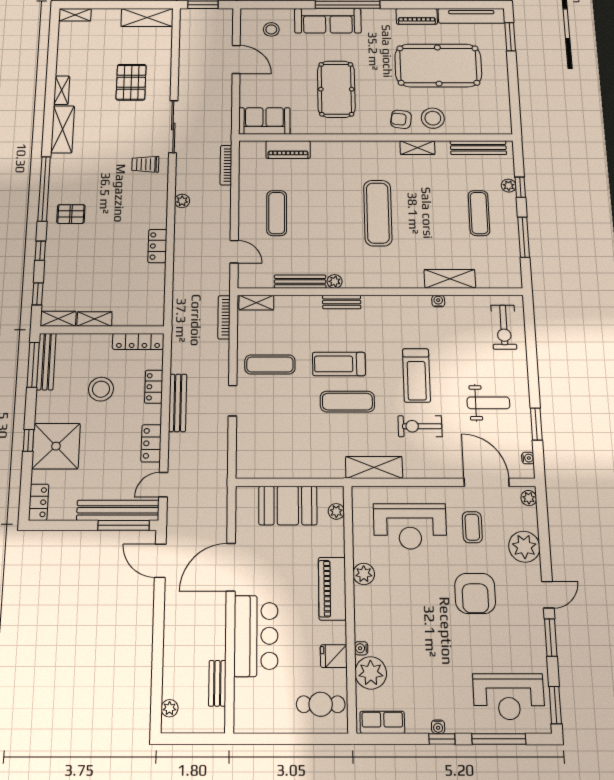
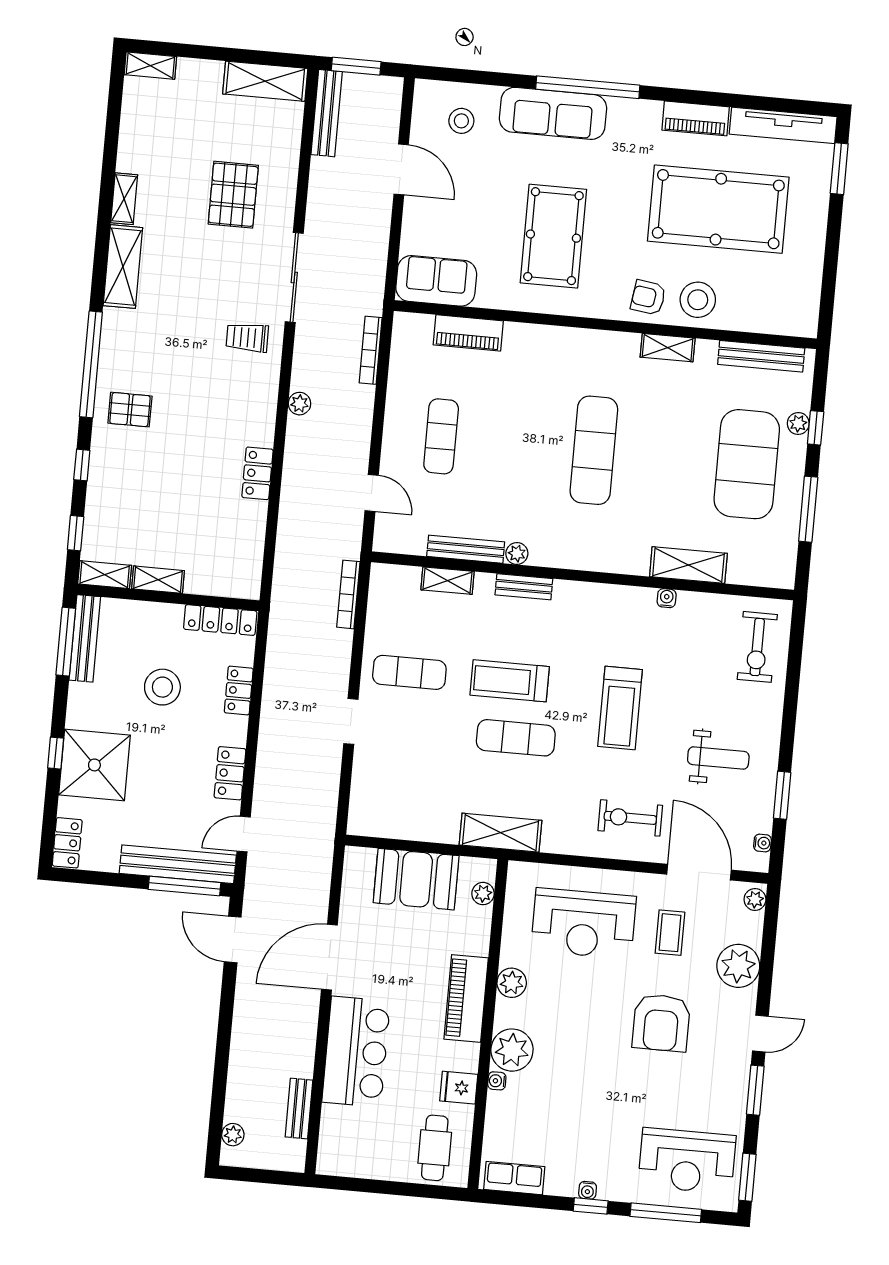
exercise mat: (479, 213) -> (747, 464), width x2.00, depth x1.45
shelving: (256, 303) -> (448, 581), moved
bench: (178, 403) -> (327, 113), moved
exercise bike: (420, 426) -> (630, 818), moved
shelving: (374, 467) -> (501, 833), moved
plant: (371, 673) -> (512, 1050), moved
cafe table: (321, 704) -> (435, 1148), turned 90

